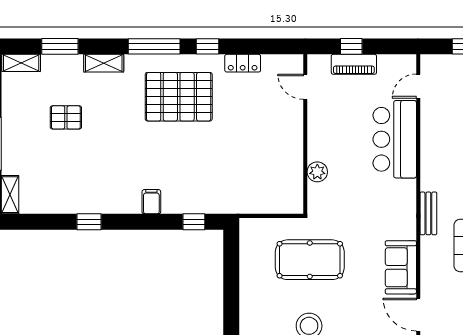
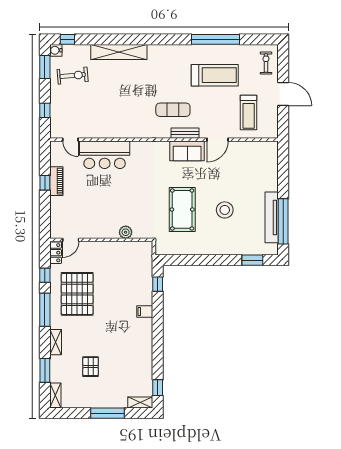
door: (305, 87) -> (71, 240), moved
wall: (305, 134) -> (101, 240), moved
plant: (317, 172) -> (126, 232), moved
bench: (428, 213) -> (185, 133), moved
window: (89, 222) -> (158, 388), moved

